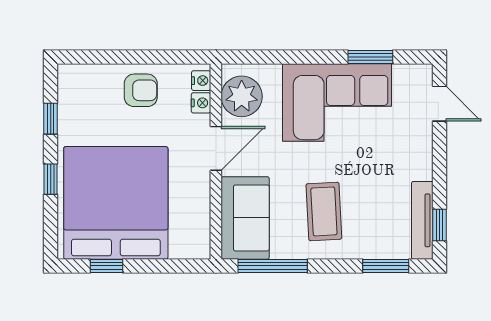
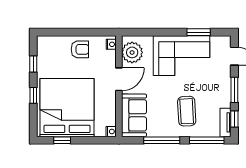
nightstand: (201, 103) -> (111, 132), moved
window: (439, 169) -> (234, 90), added
coffee table: (324, 211) -> (187, 111), moved
tv unit: (422, 220) -> (225, 122), width x0.71
window: (273, 266) -> (162, 140), moved
window: (386, 266) -> (207, 140), width x1.44

